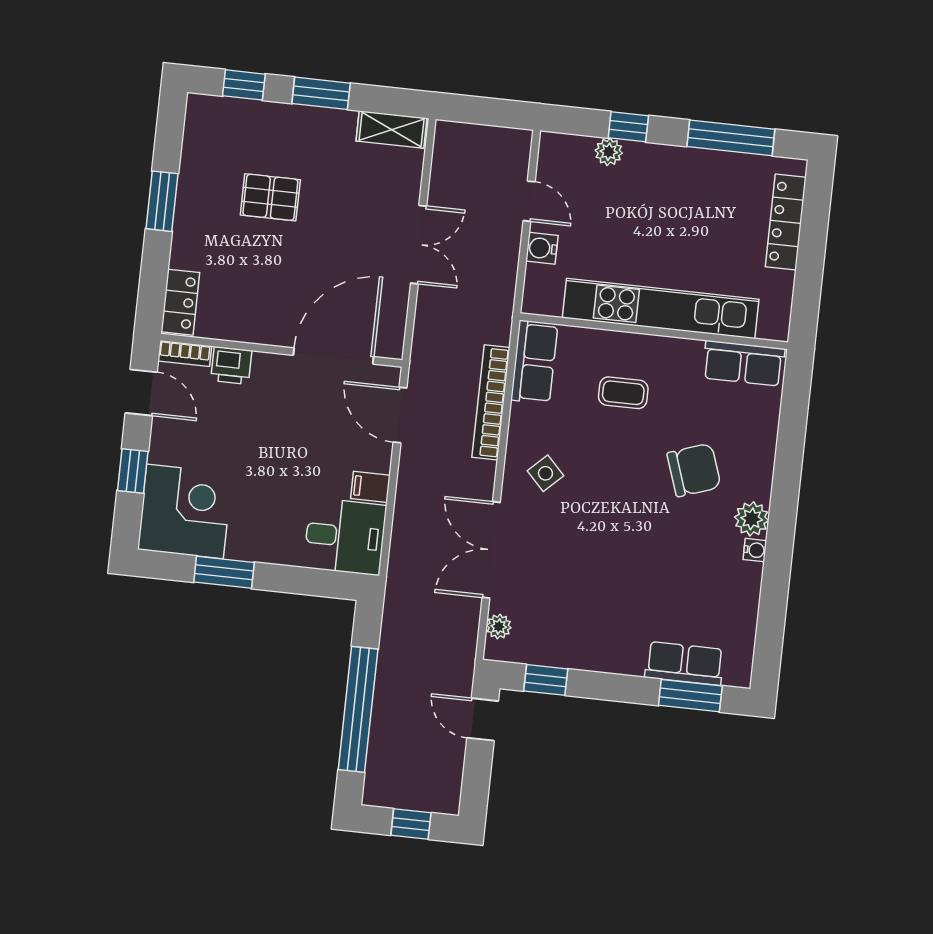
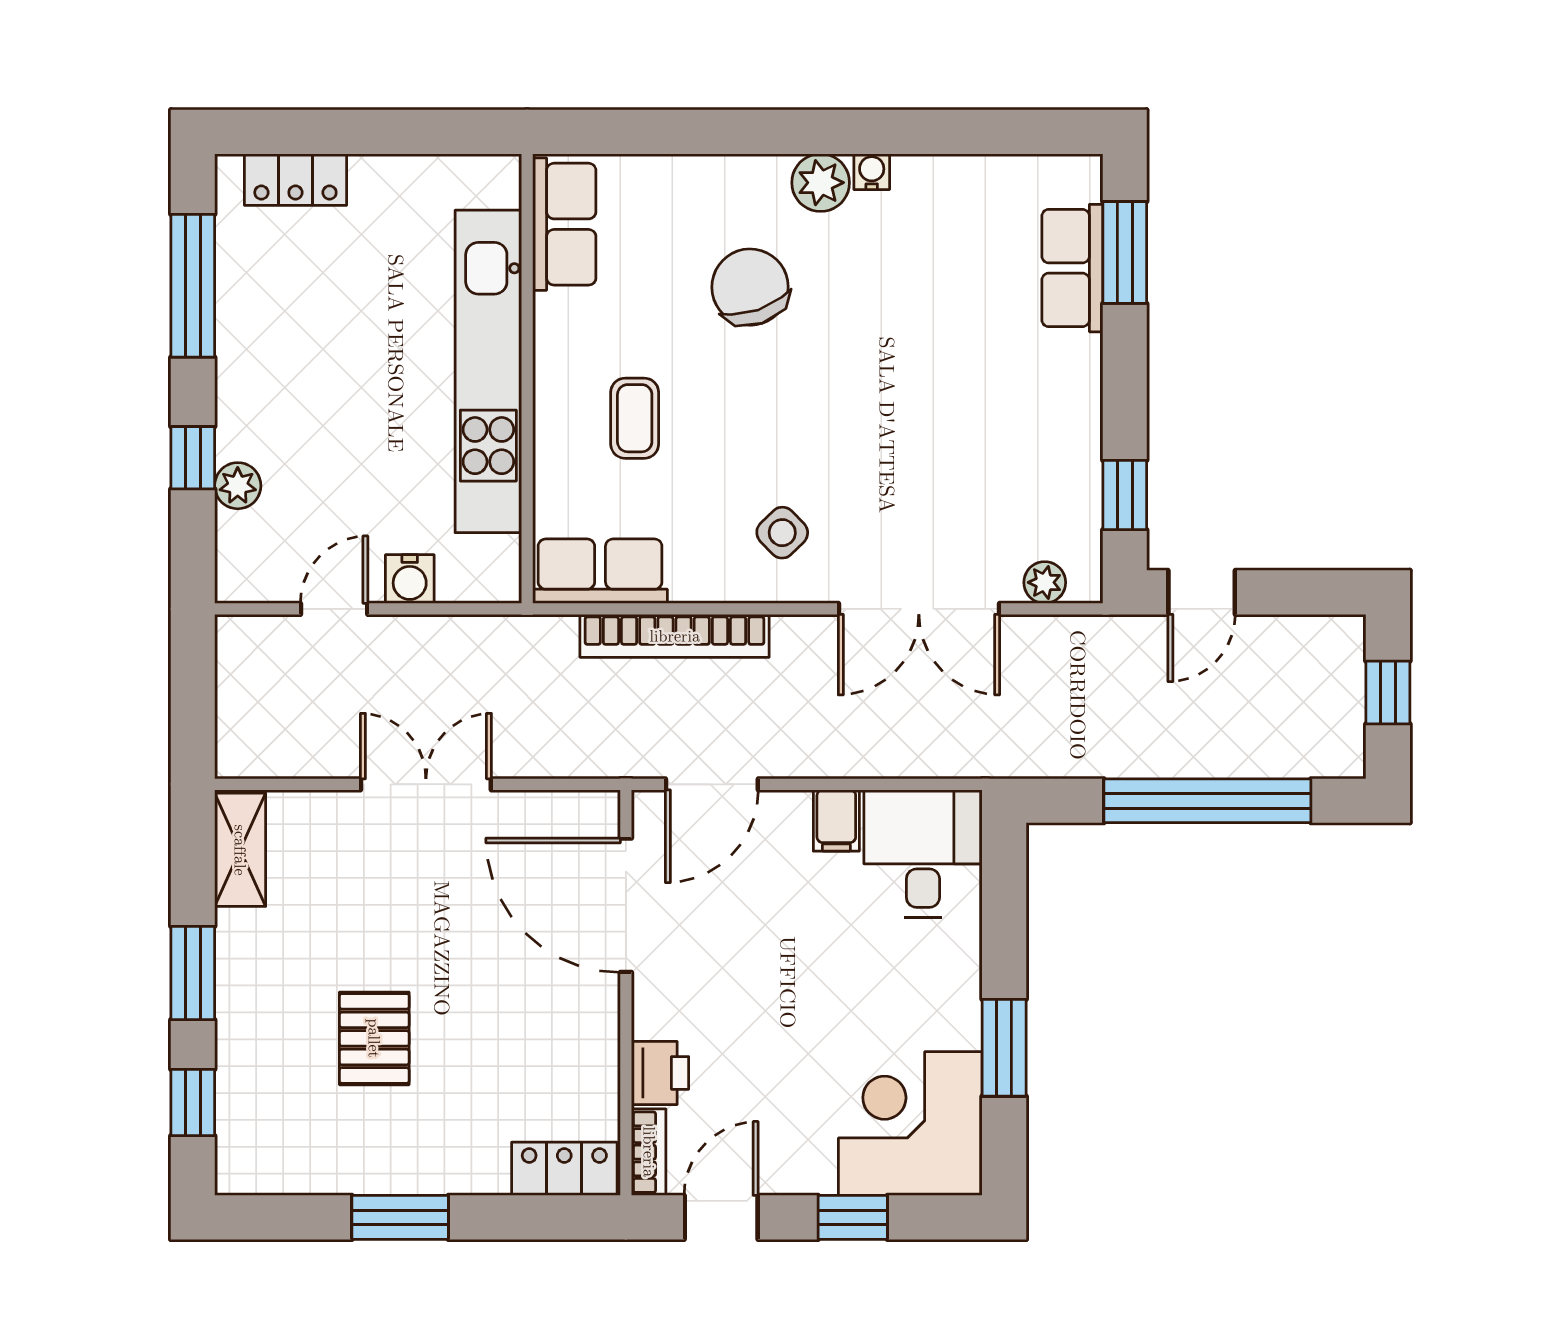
locker: (786, 222) -> (295, 180), width x0.66

